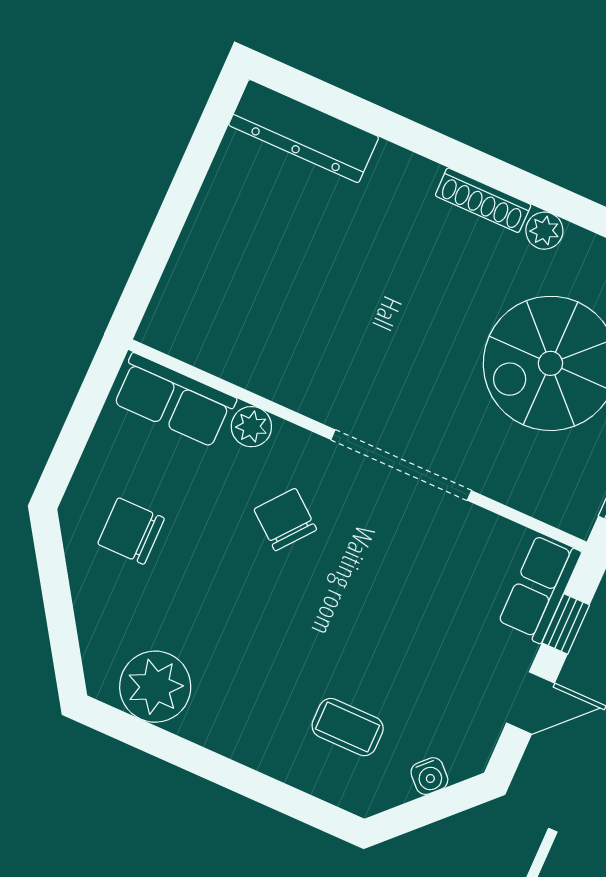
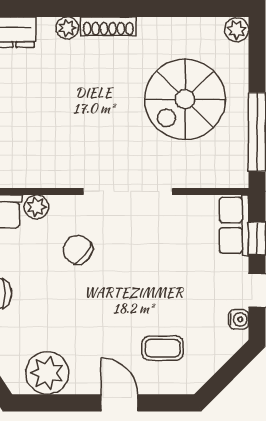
plant: (544, 231) -> (67, 28), moved
water cooler: (429, 776) -> (239, 319), moved, turned -45
door: (245, 781) -> (119, 403), added

